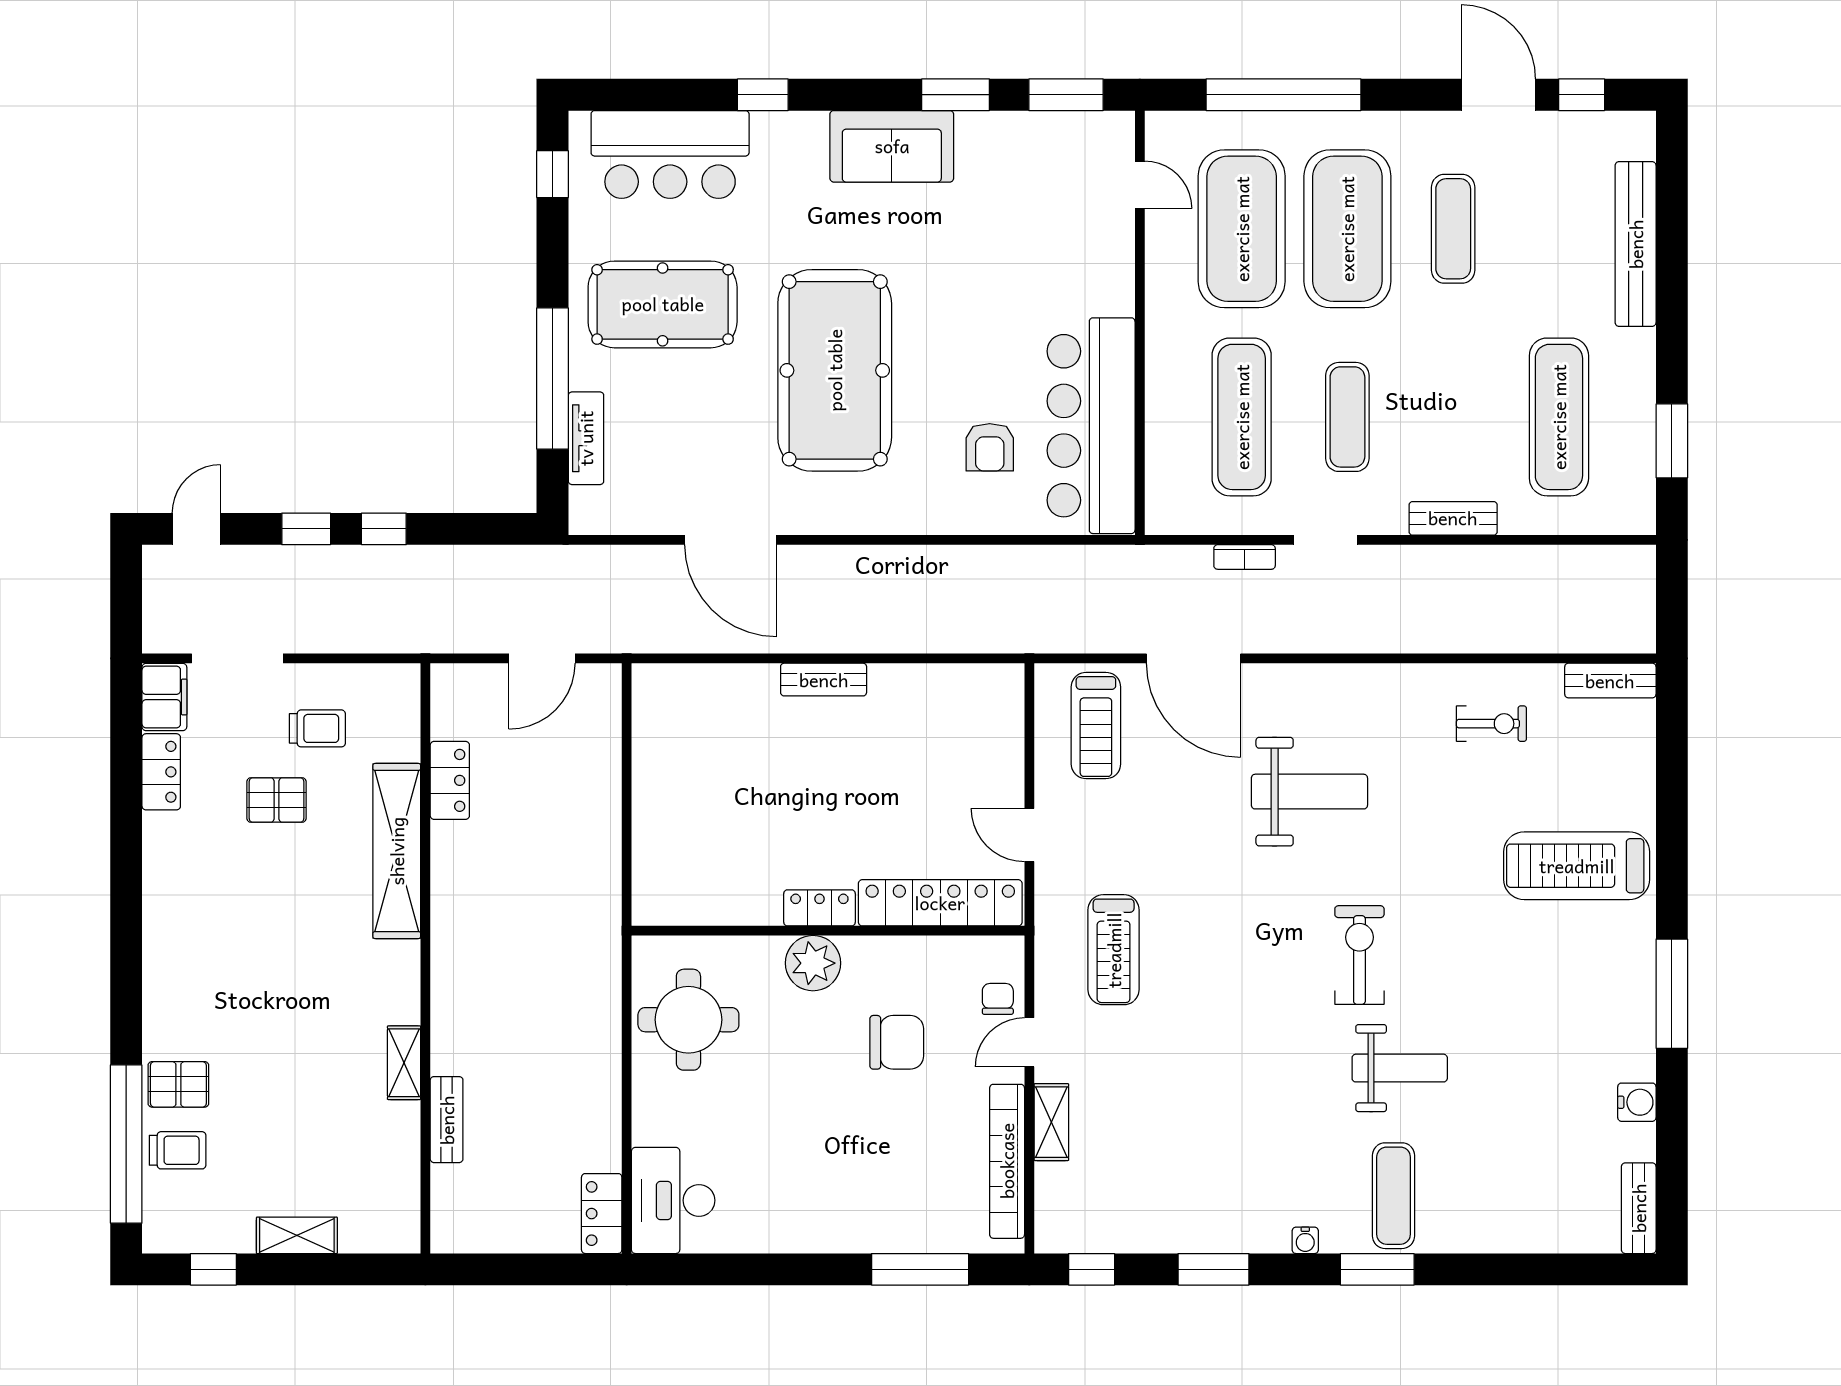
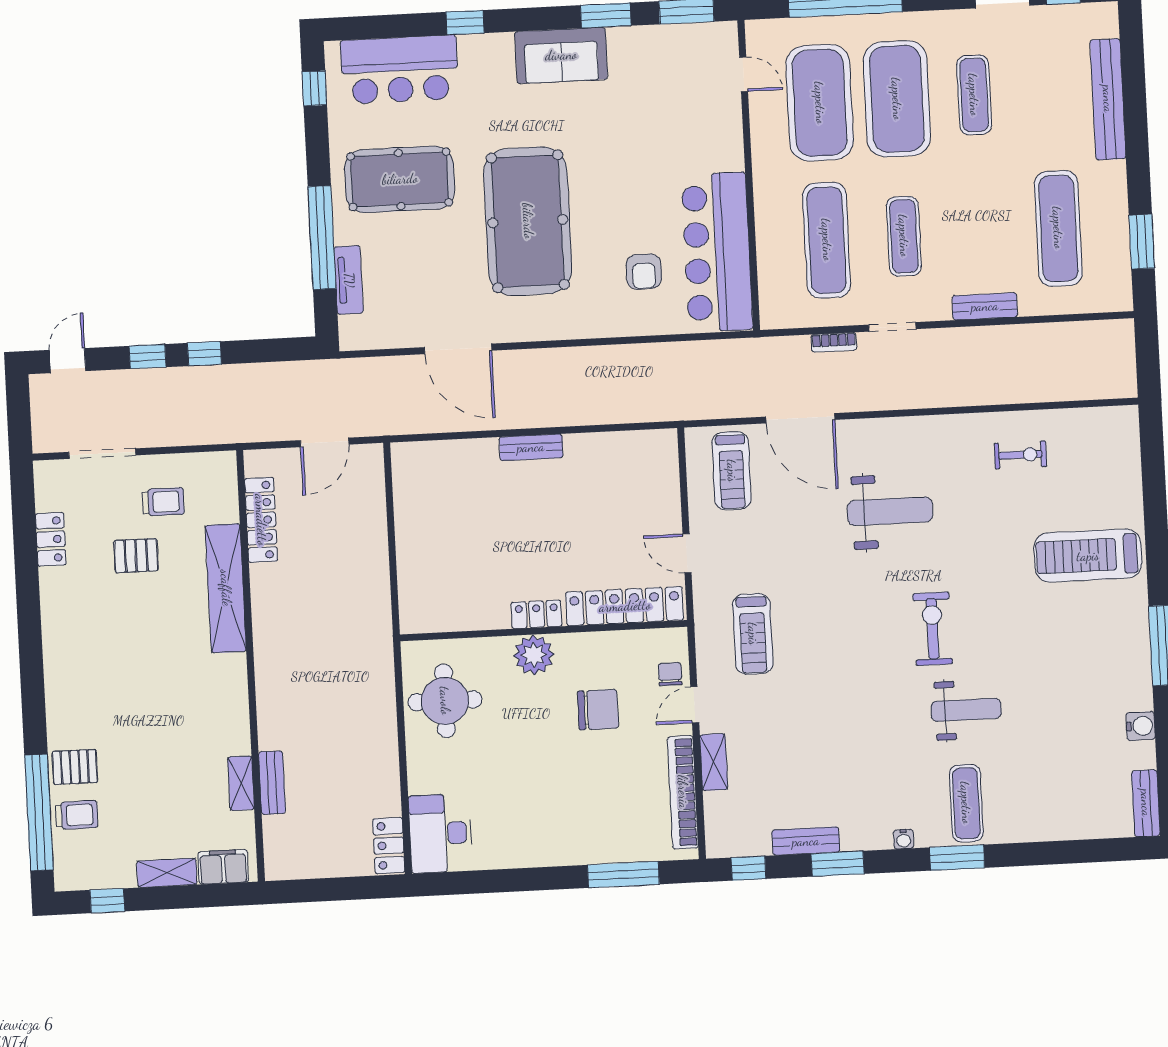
bench: (1610, 681) -> (806, 841), moved
filing cabinet: (164, 697) -> (223, 867), moved, turned -90
locker: (450, 780) -> (261, 520), width x1.53
shelving: (404, 1063) -> (241, 783), moved

